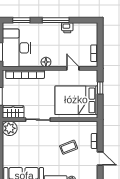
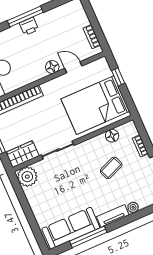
printer: (67, 28) -> (29, 26), moved
floor lamp: (46, 62) -> (52, 67), moved
floor lamp: (79, 126) -> (112, 136), added

